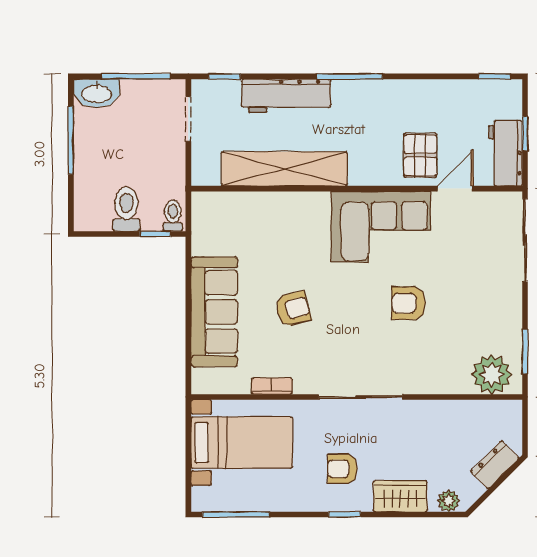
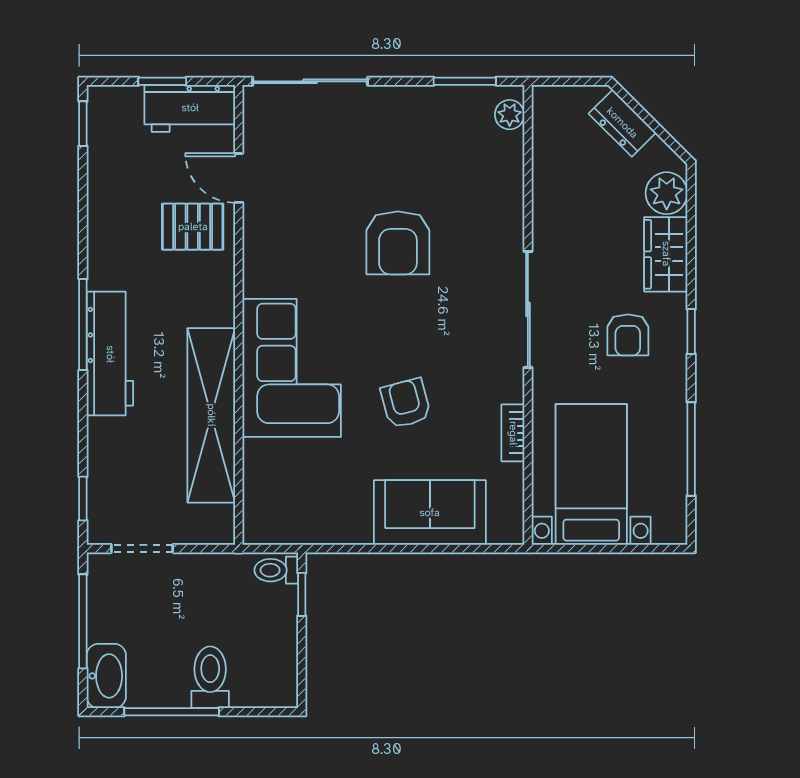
workbench: (286, 96) -> (110, 354), moved
toilet: (126, 209) -> (210, 677), moved, turned 90
corner sofa: (381, 227) -> (292, 368), moved
armchair: (409, 303) -> (398, 243), width x1.38, depth x1.38
sofa: (214, 312) -> (430, 513), width x0.73
plant: (492, 374) -> (510, 115), width x0.53, depth x0.53
plant: (449, 501) -> (667, 193), width x1.38, depth x1.38
window: (236, 515) -> (691, 449), moved

